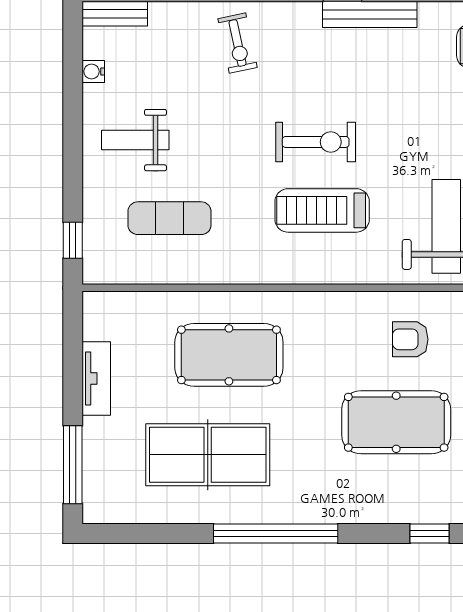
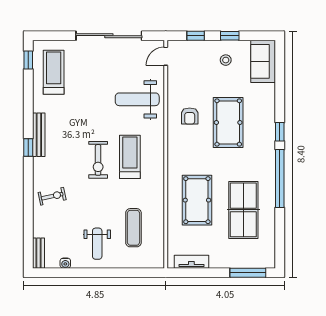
exercise bike: (316, 142) -> (98, 160), turned 180
treadmill: (322, 210) -> (130, 157), turned 180
window: (73, 240) -> (144, 273), removed
tv unit: (96, 379) -> (191, 262), moved
window: (430, 534) -> (280, 132), moved

